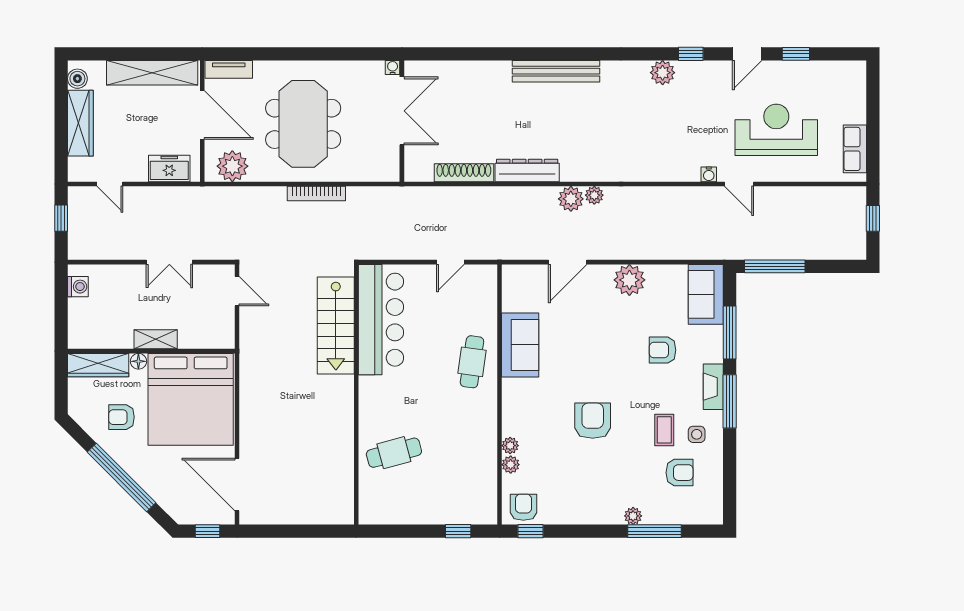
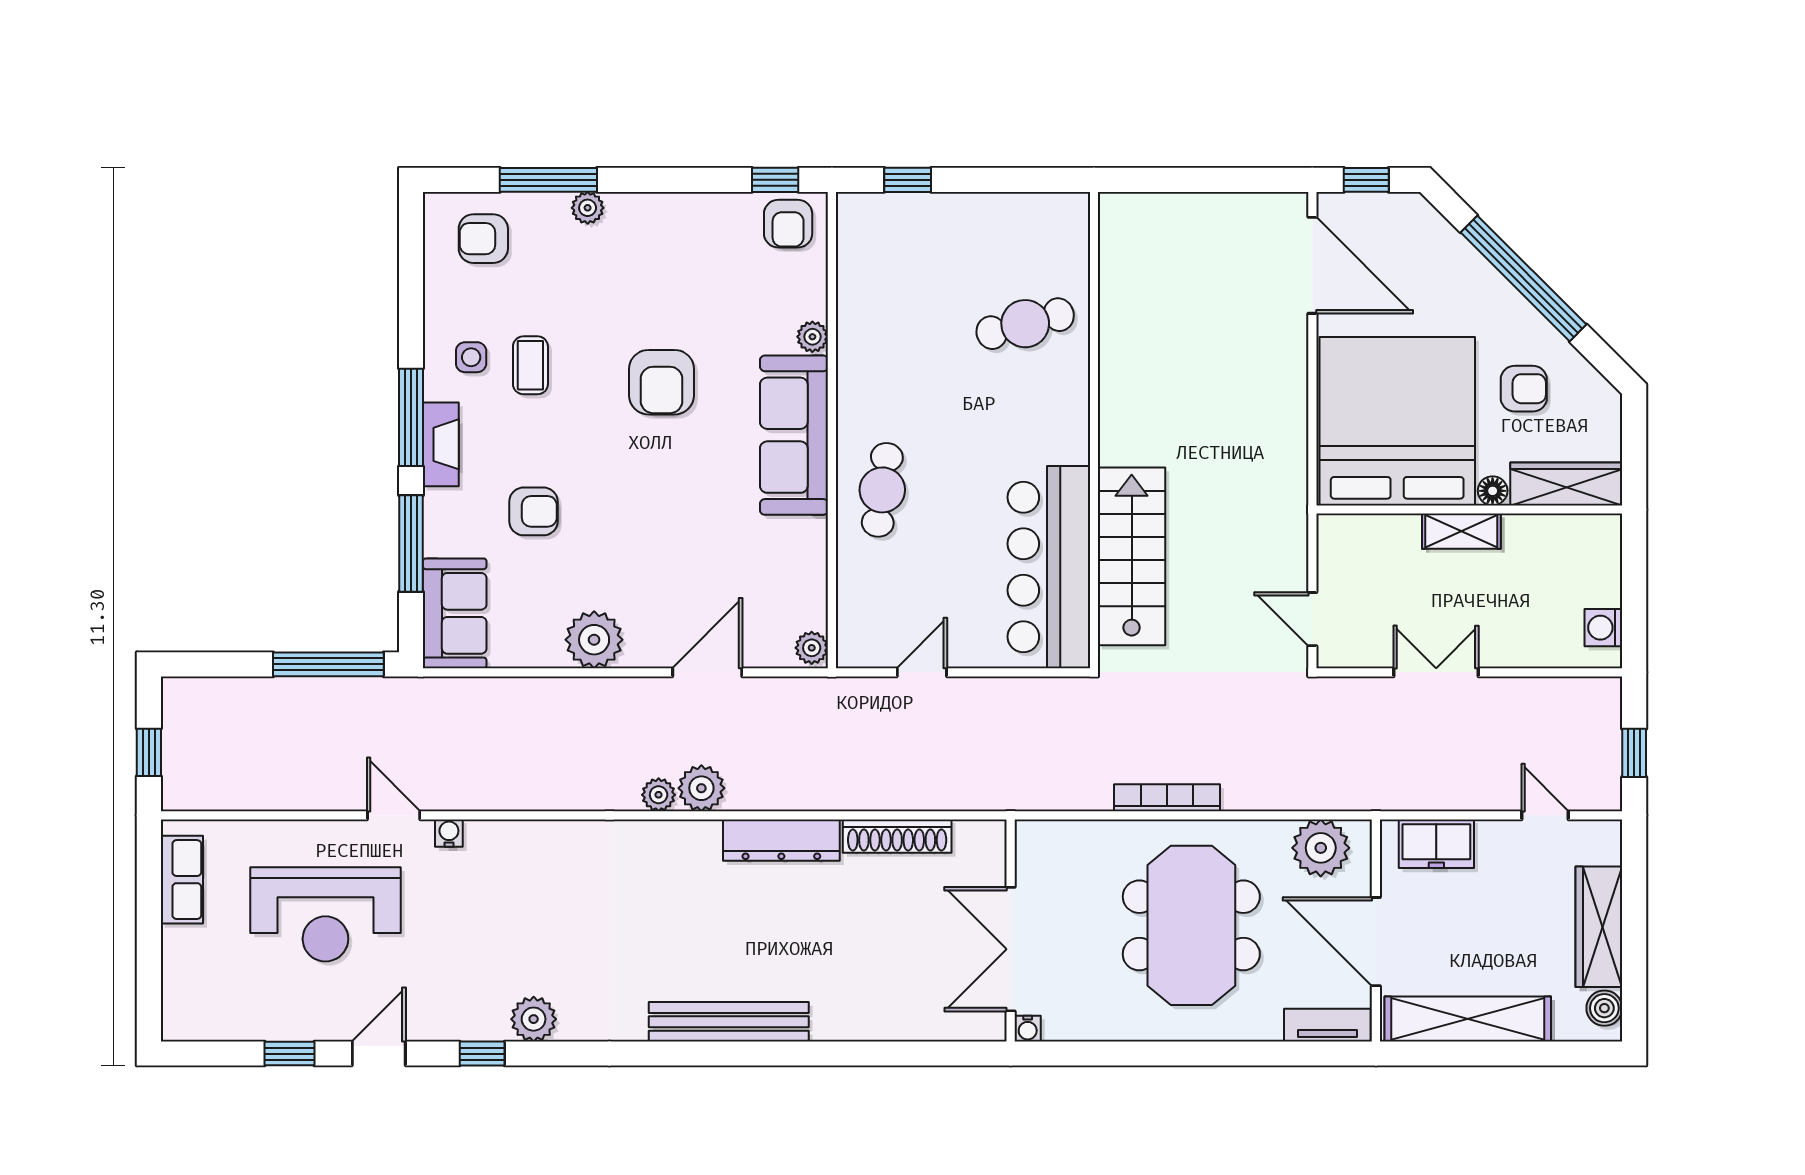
sofa: (520, 345) -> (794, 435), moved, width x1.36
plant: (511, 465) -> (812, 648), moved
armchair: (680, 473) -> (483, 239), moved

